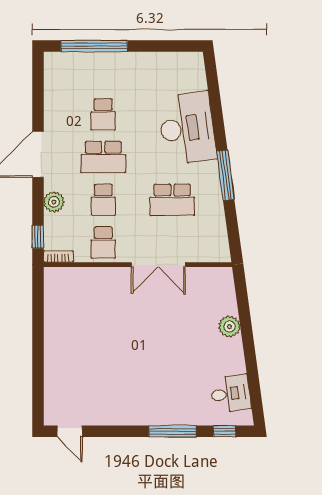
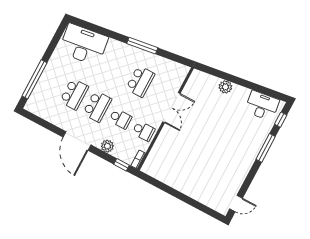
school desk: (103, 114) -> (74, 94), width x1.85
desk: (187, 128) -> (83, 45), moved
desk: (230, 394) -> (262, 106), width x1.37

